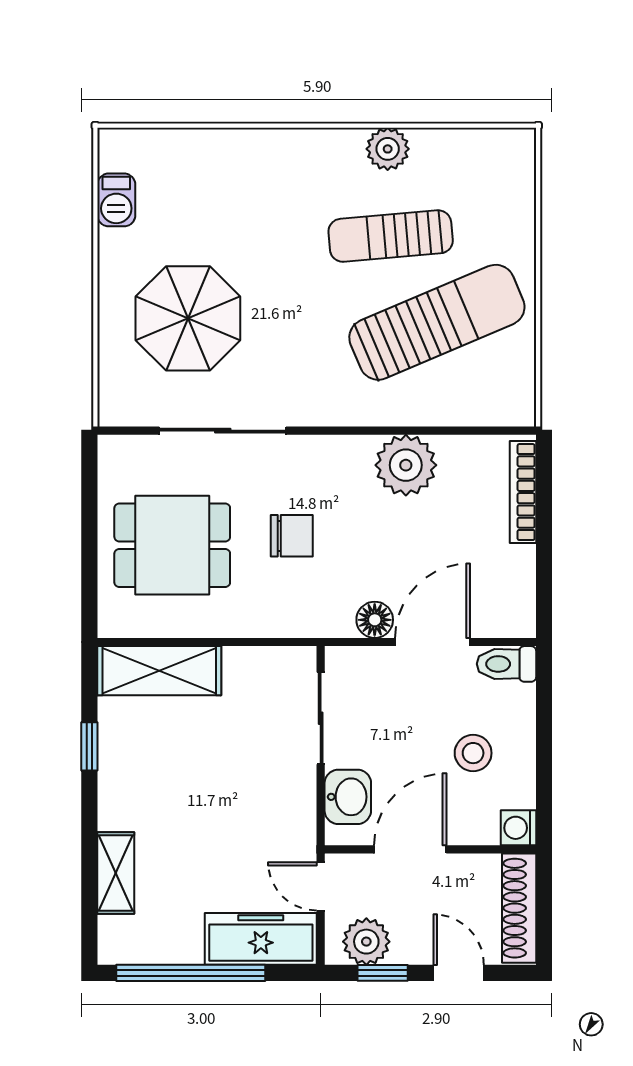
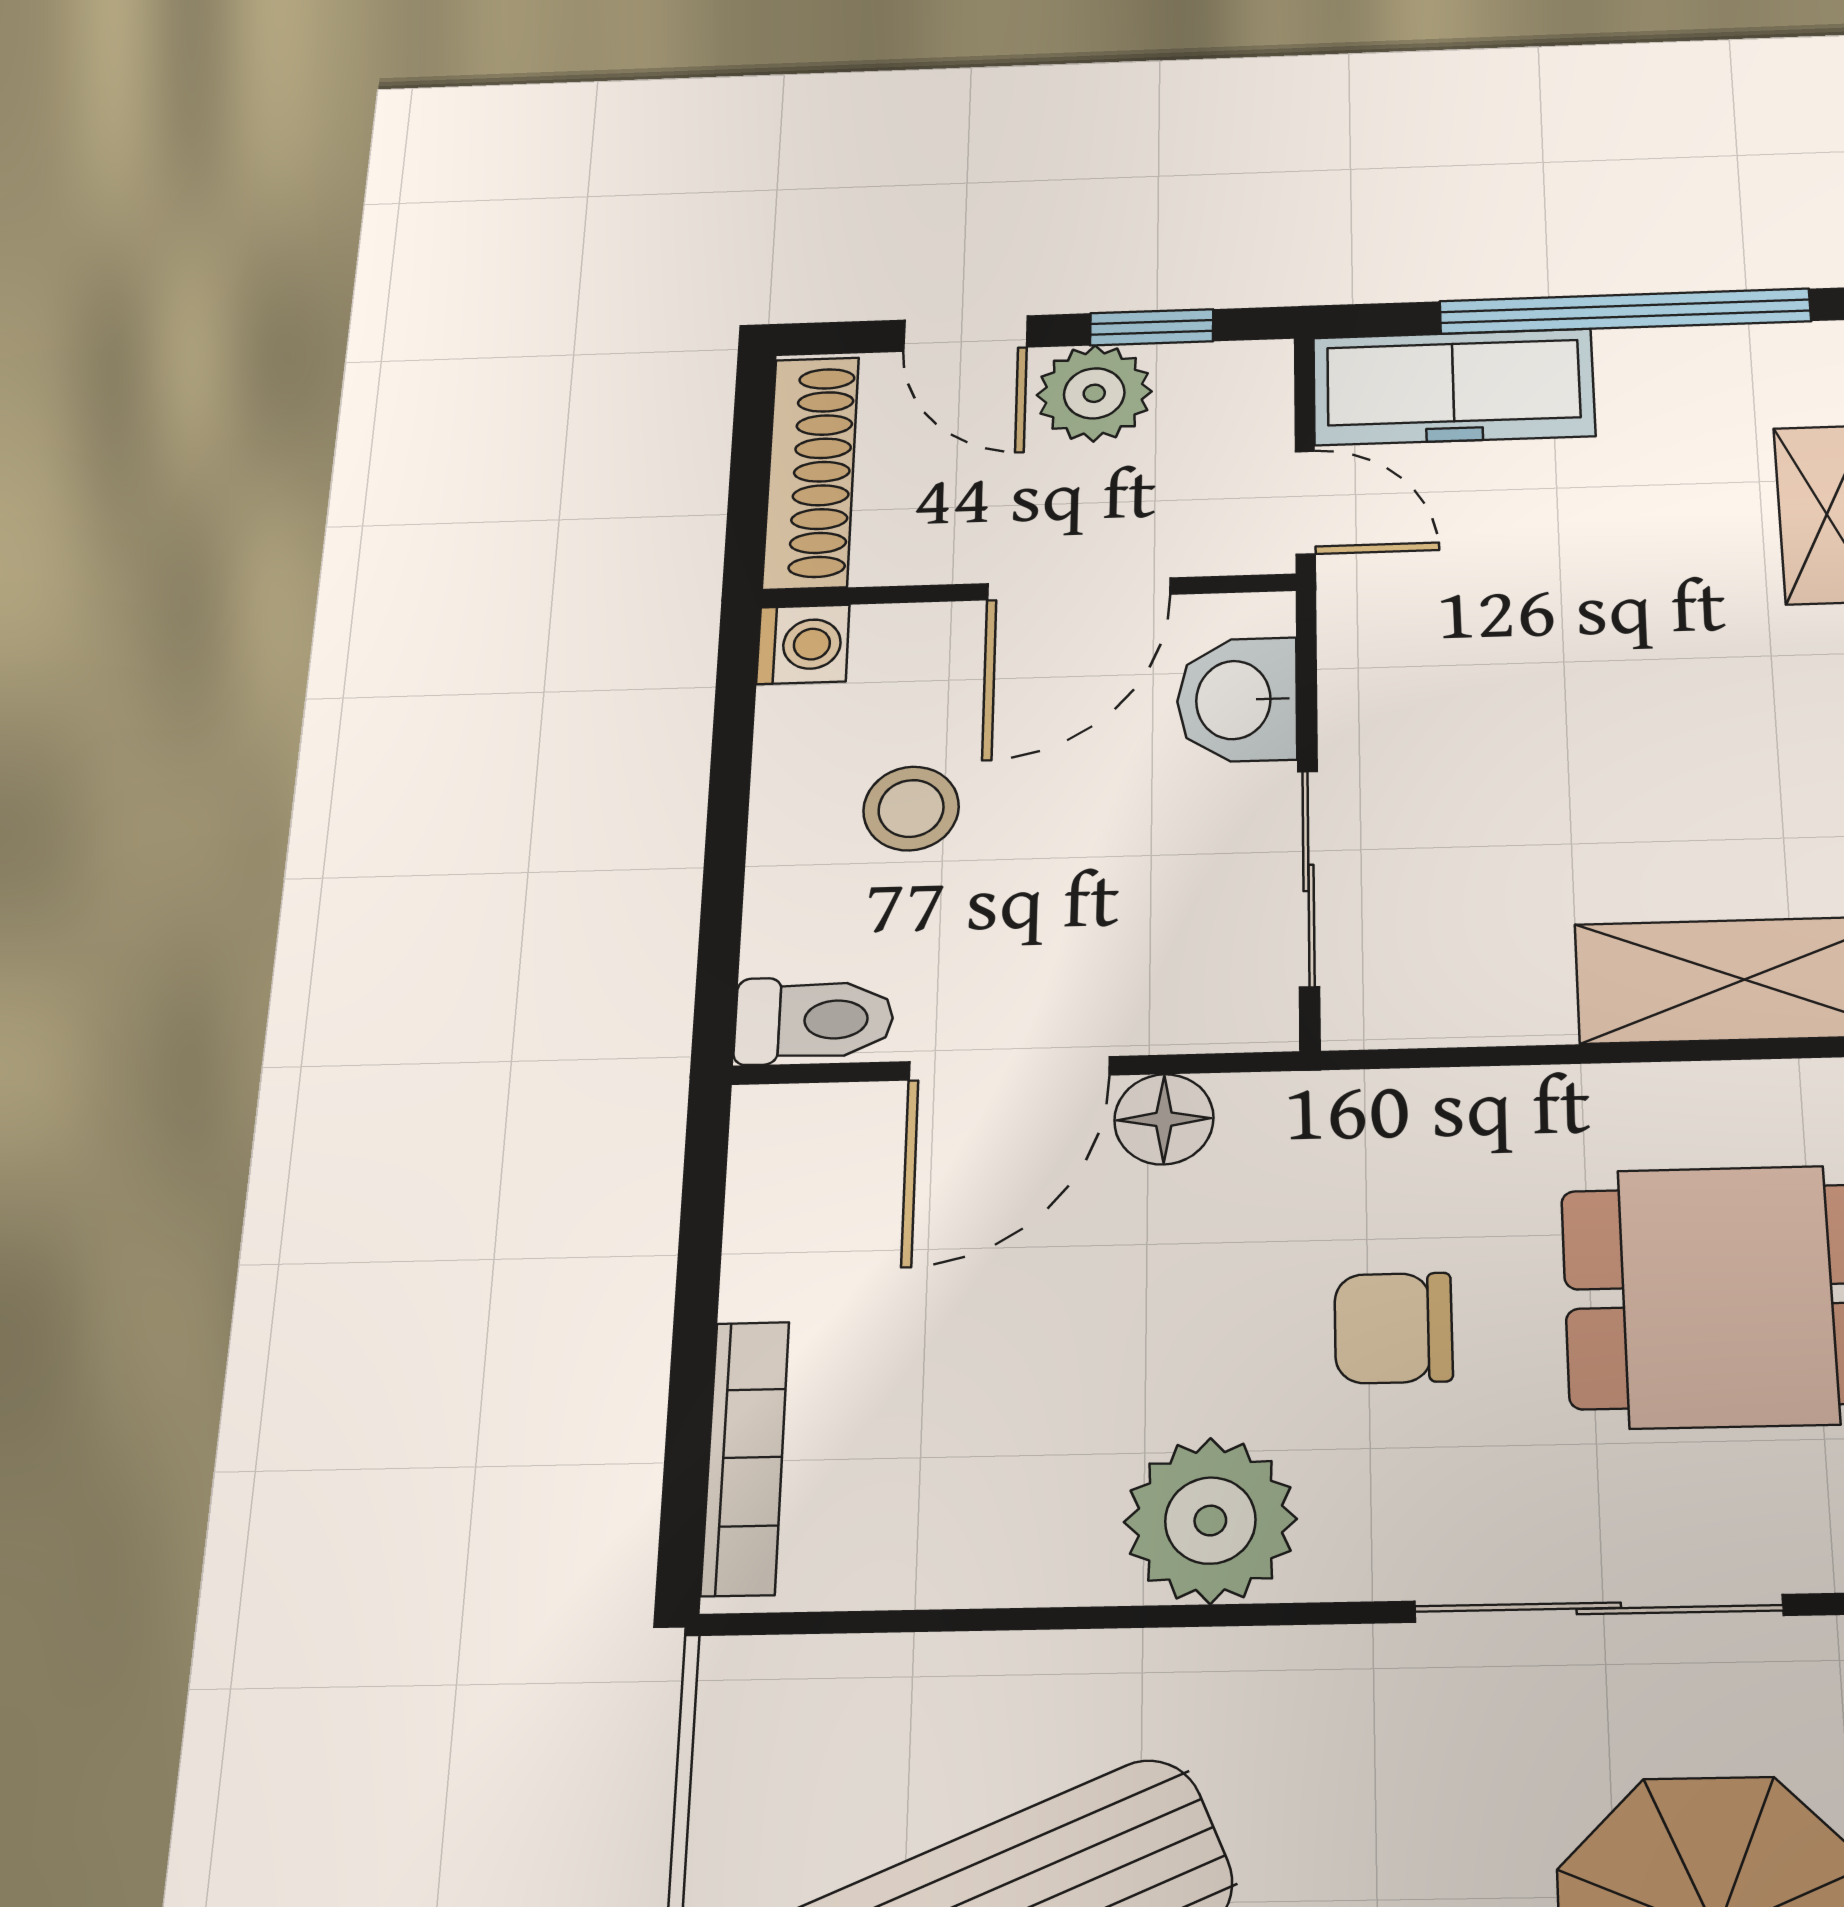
plant: (406, 465) -> (1210, 1520), moved
plant: (366, 942) -> (1094, 393), moved

